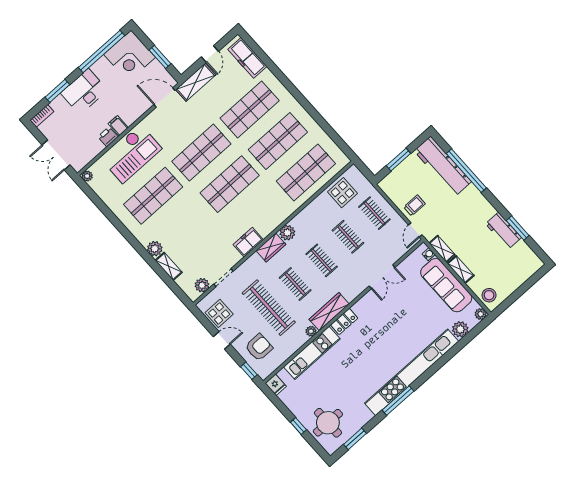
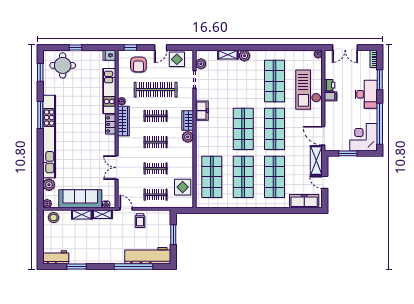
door: (164, 98) -> (323, 136), swing flipped
double door: (56, 155) -> (345, 47), swing flipped
workbench: (503, 231) -> (56, 257), moved

